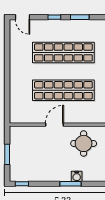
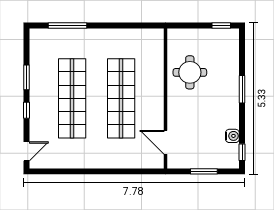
door: (55, 125) -> (166, 142), moved
water cooler: (77, 176) -> (232, 136), moved

